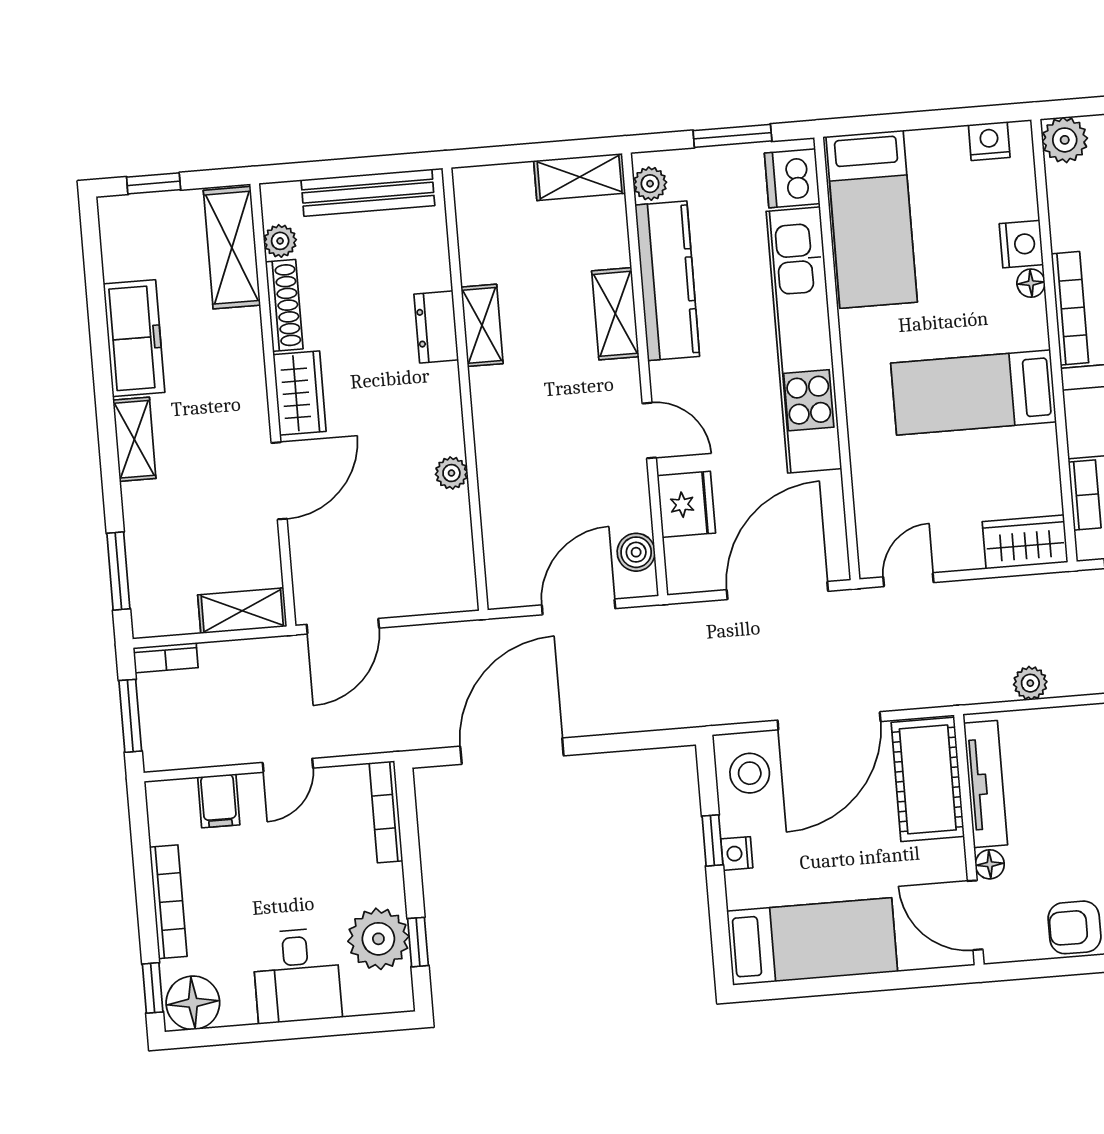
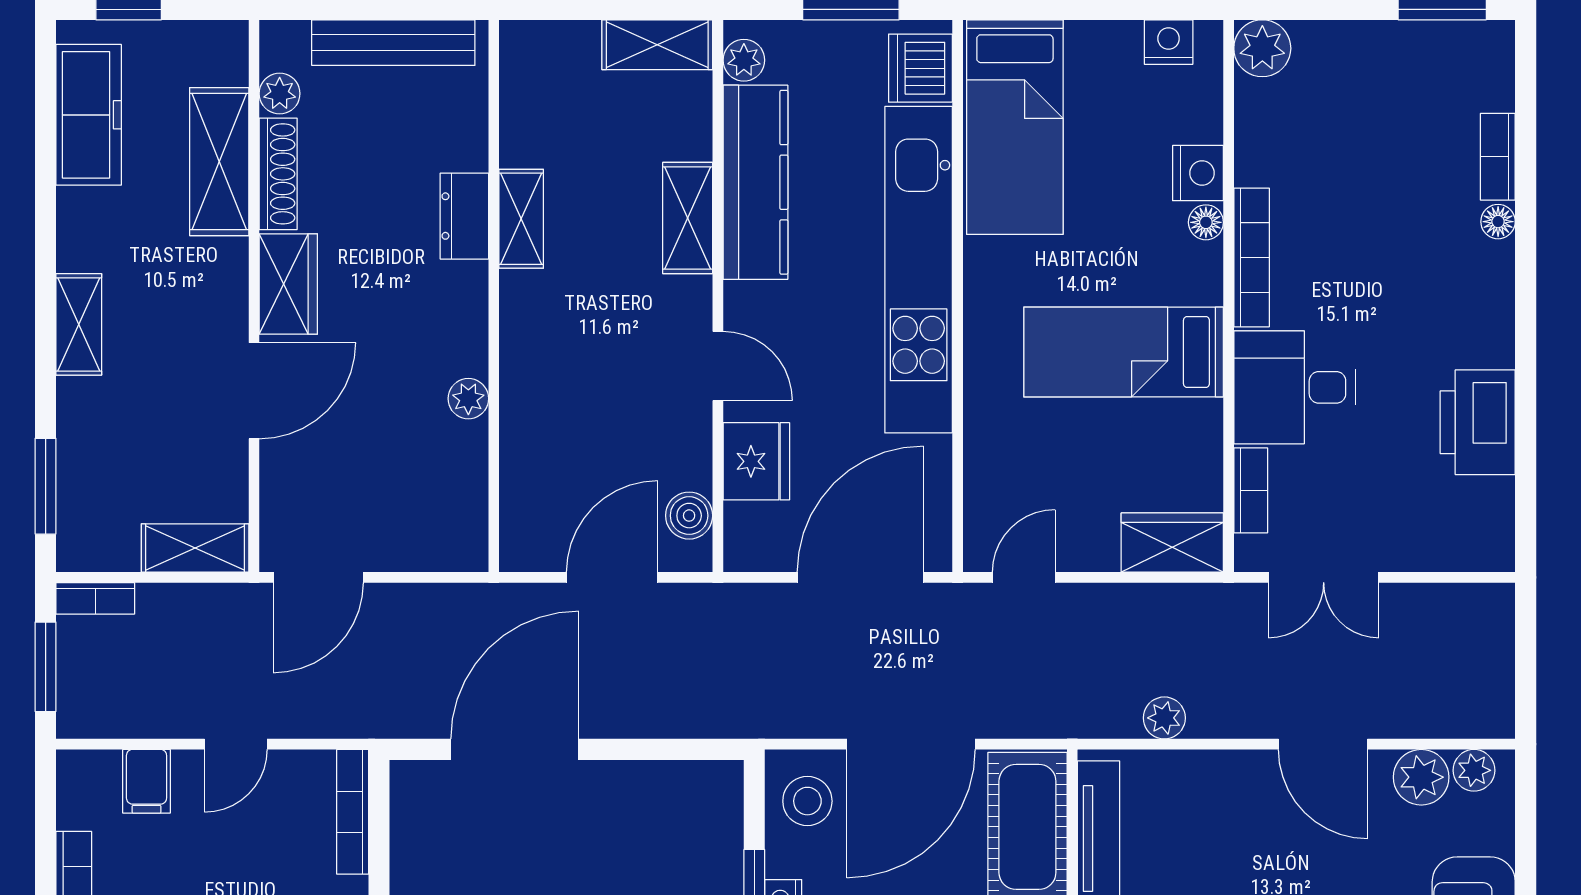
shelving: (232, 248) -> (219, 162), moved
freezer: (134, 338) -> (89, 115), moved

